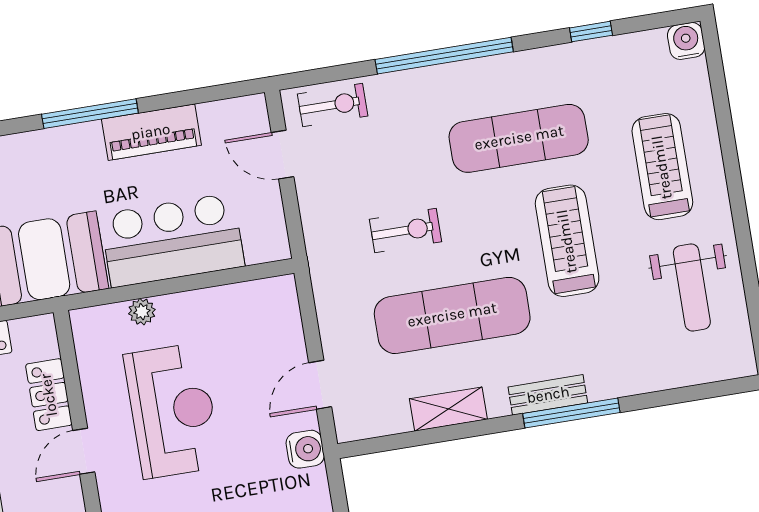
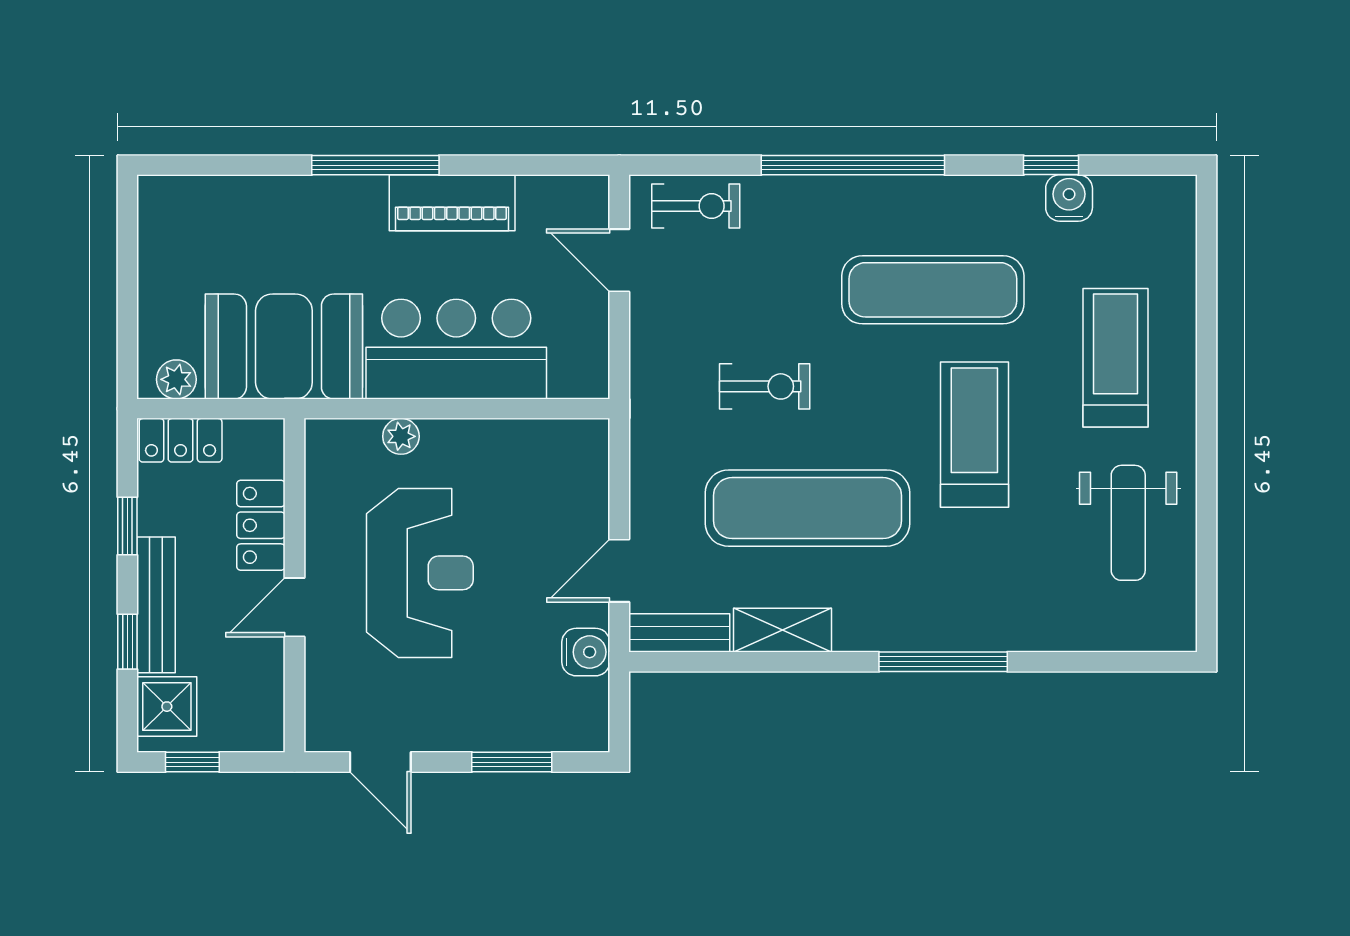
water cooler: (686, 41) -> (1069, 198), moved
bench: (548, 395) -> (679, 633), moved

